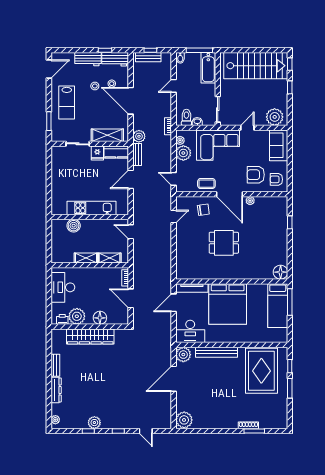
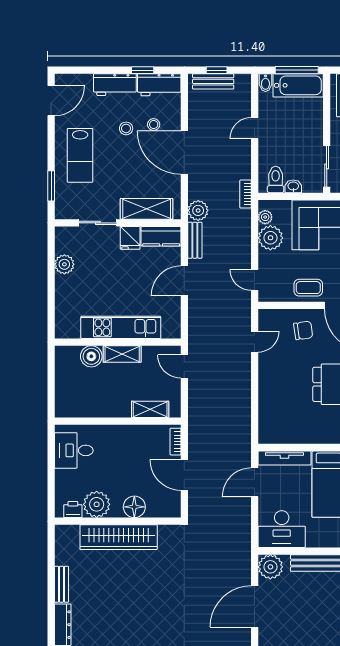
bathtub: (208, 68) -> (298, 85), moved, turned -90
plant: (57, 169) -> (64, 264), added
shelving: (86, 258) -> (122, 354), moved
desk: (63, 287) -> (74, 450), width x0.73

